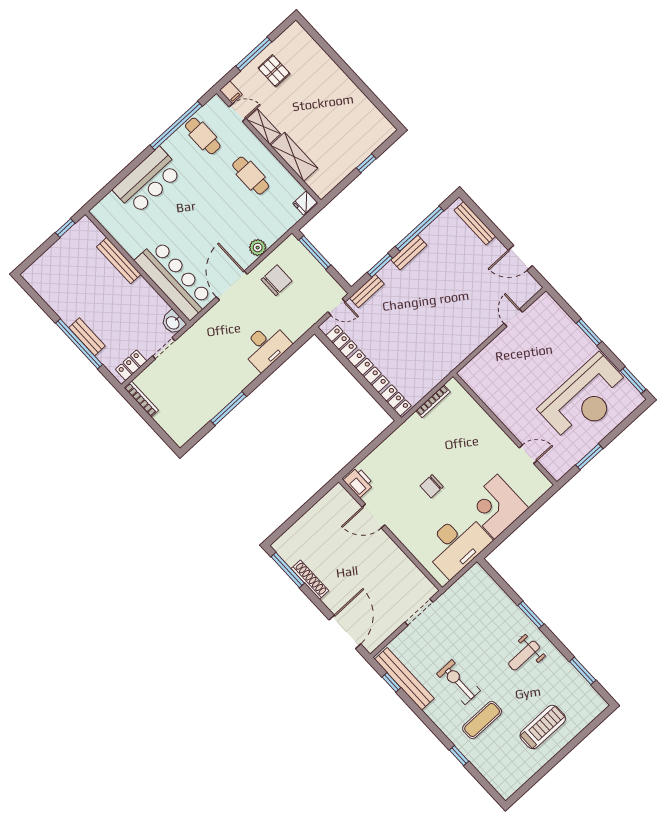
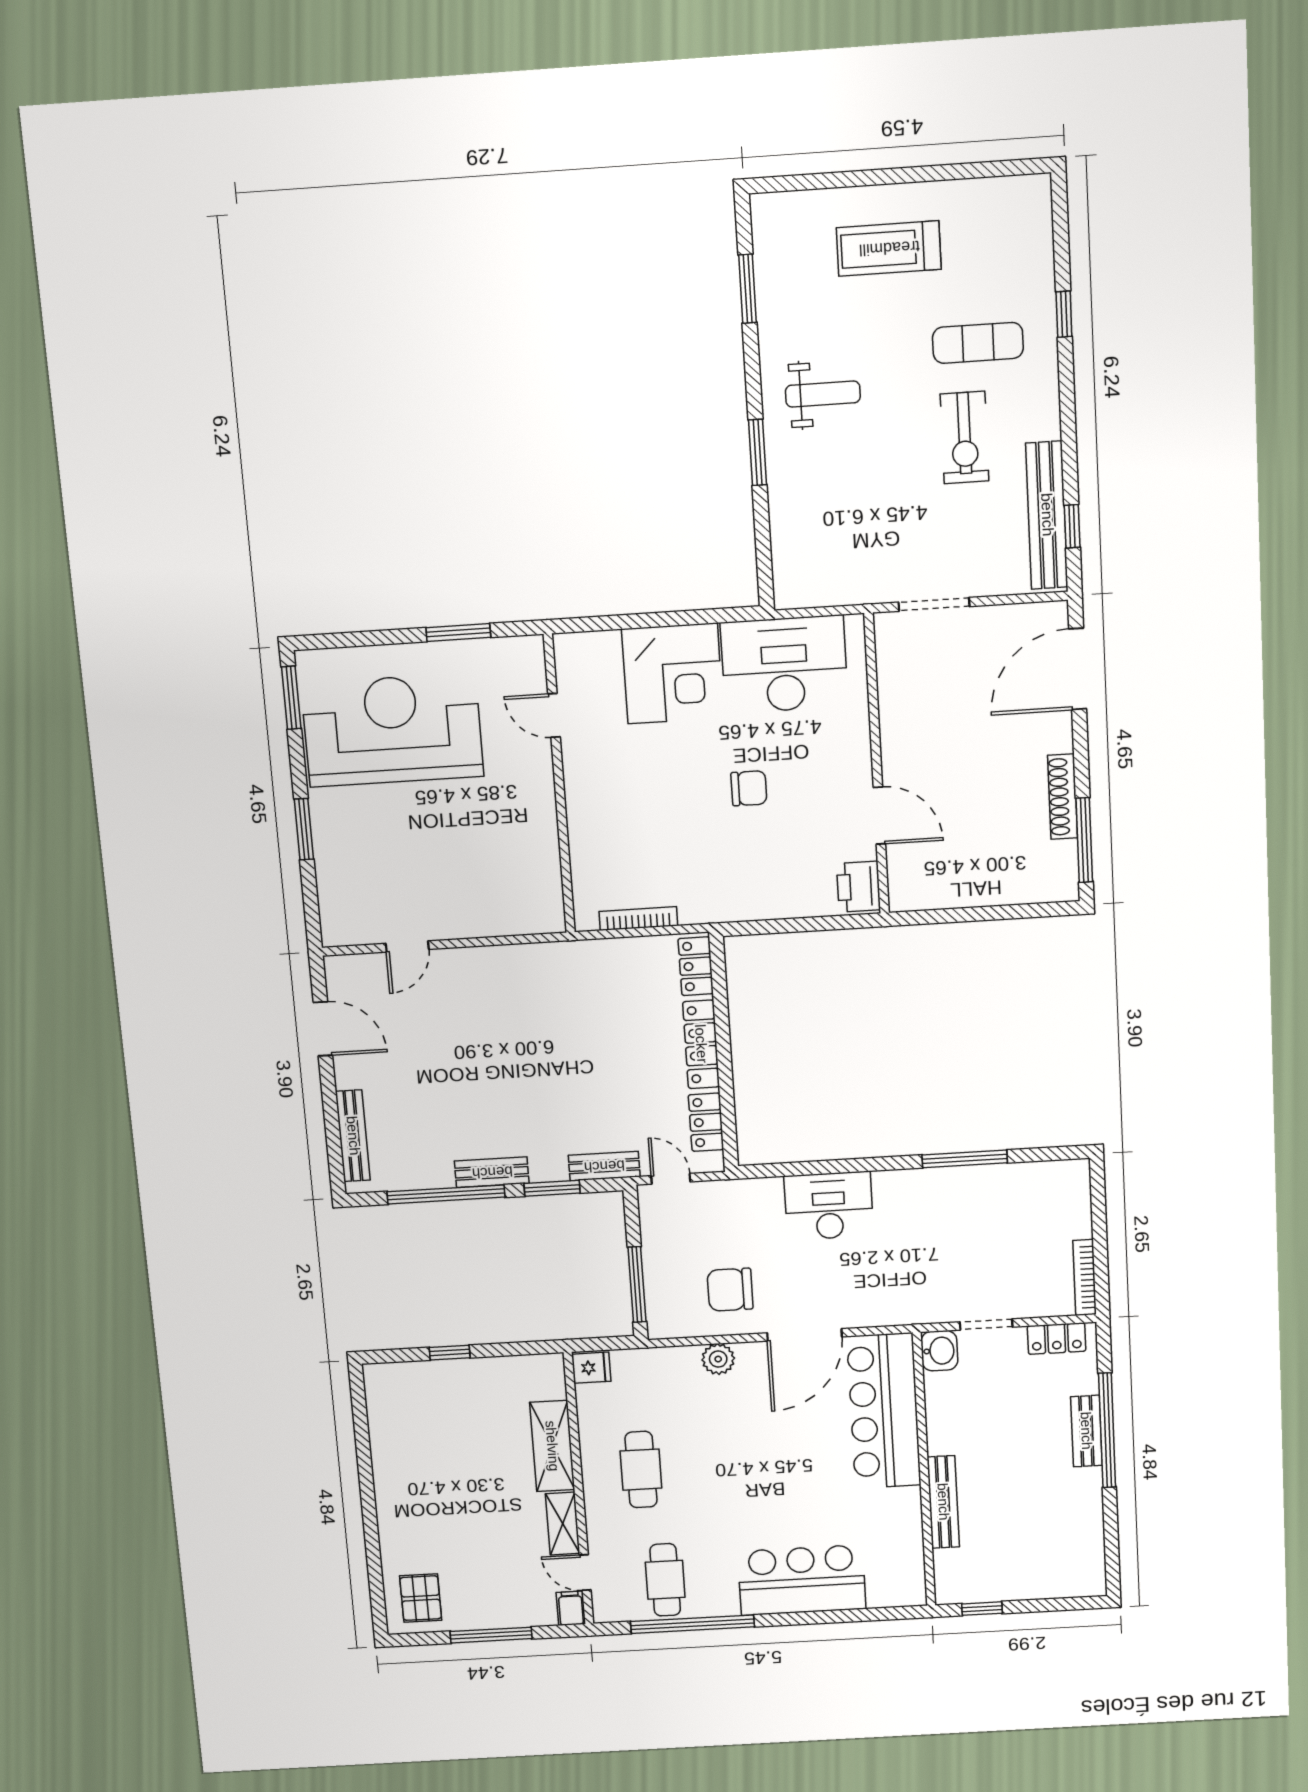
pallet: (274, 71) -> (421, 1598), moved

